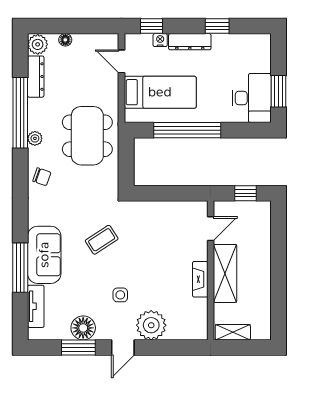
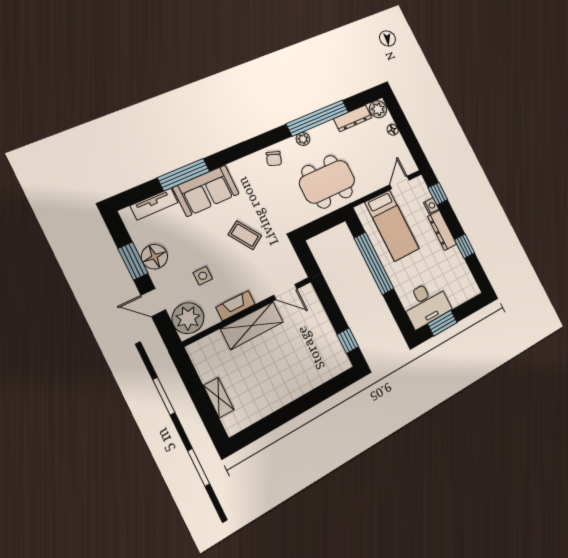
door: (211, 229) -> (285, 292), moved
wall: (211, 270) -> (248, 311), moved
shelving: (225, 273) -> (252, 325), moved
fireplace: (200, 279) -> (236, 306), moved

